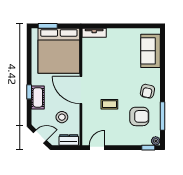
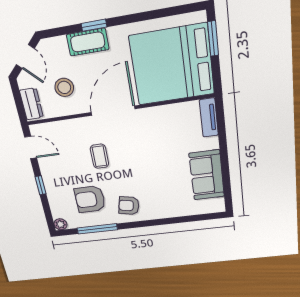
sofa: (151, 51) -> (207, 175), moved, turned -90
armchair: (139, 116) -> (90, 199), turned 90
window: (148, 148) -> (41, 185), moved

